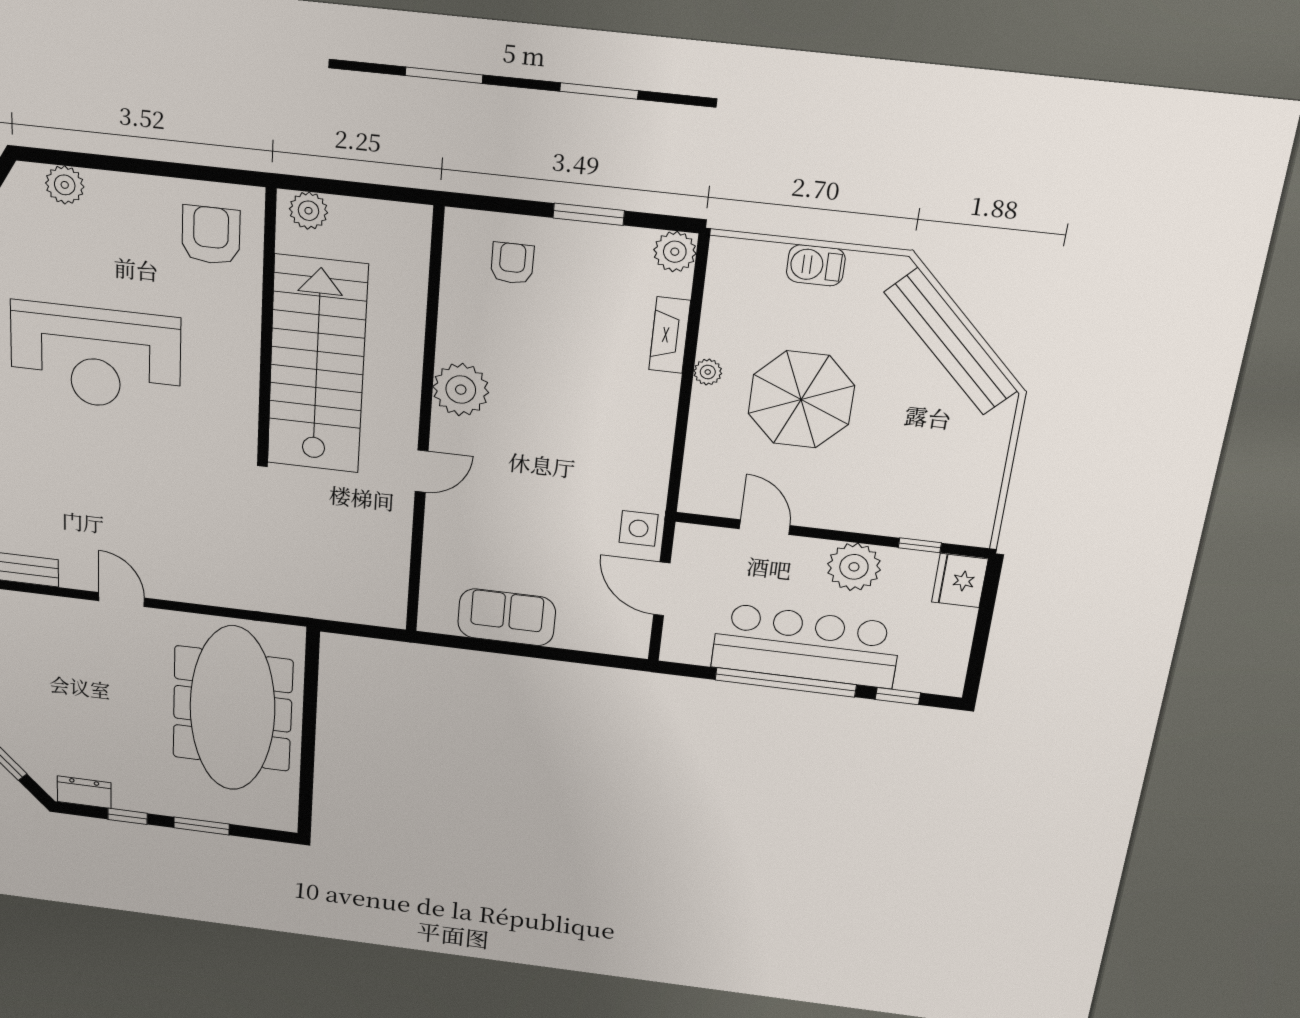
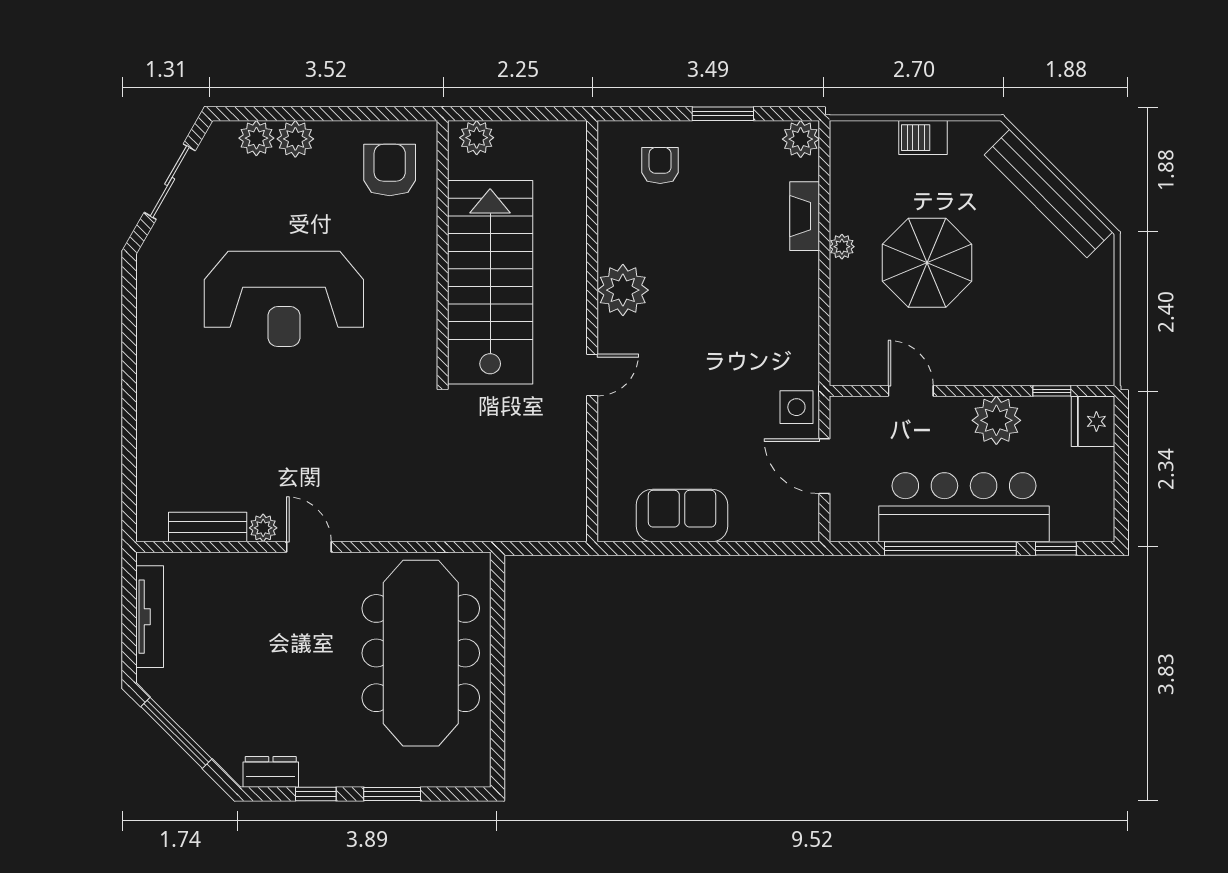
plant: (107, 190) -> (295, 139), added
plant: (75, 576) -> (263, 528), added

